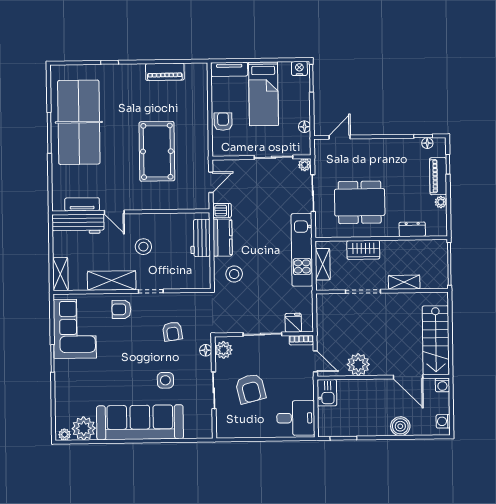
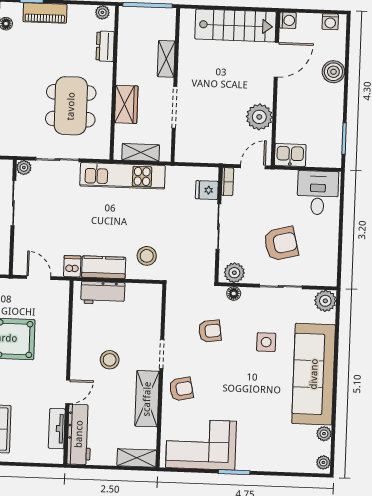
plant: (441, 202) -> (102, 12), moved
armchair: (121, 309) -> (181, 389), turned -102
plant: (84, 428) -> (324, 434), width x0.53, depth x0.53
plant: (203, 429) -> (325, 301), added

